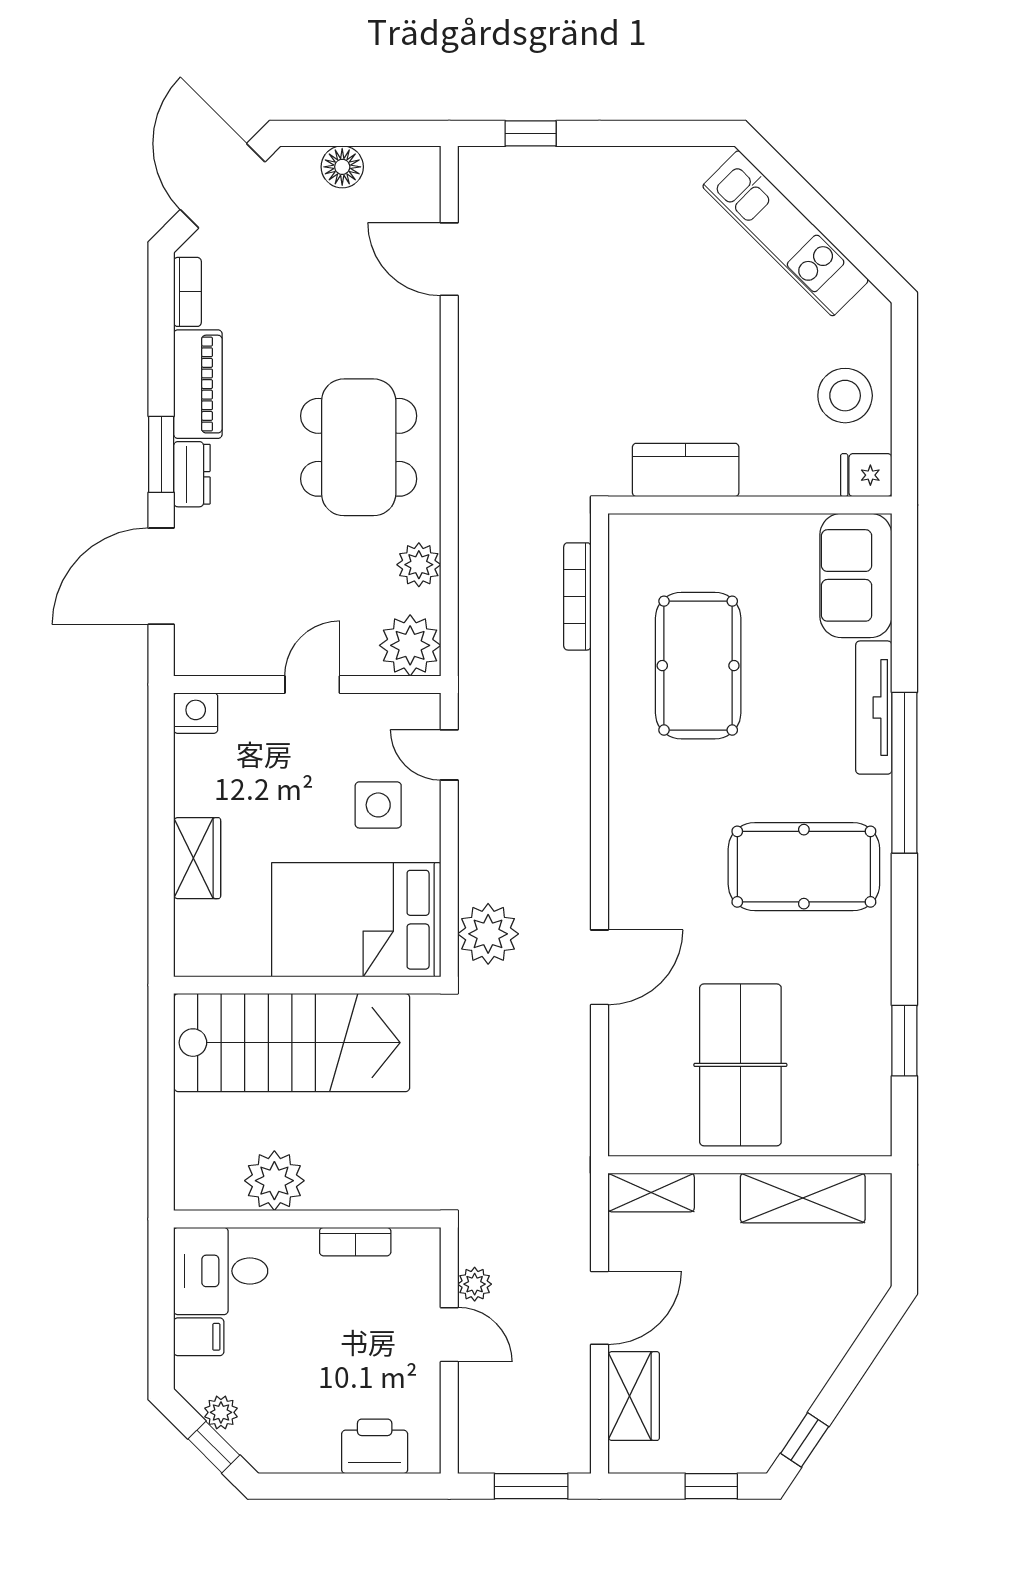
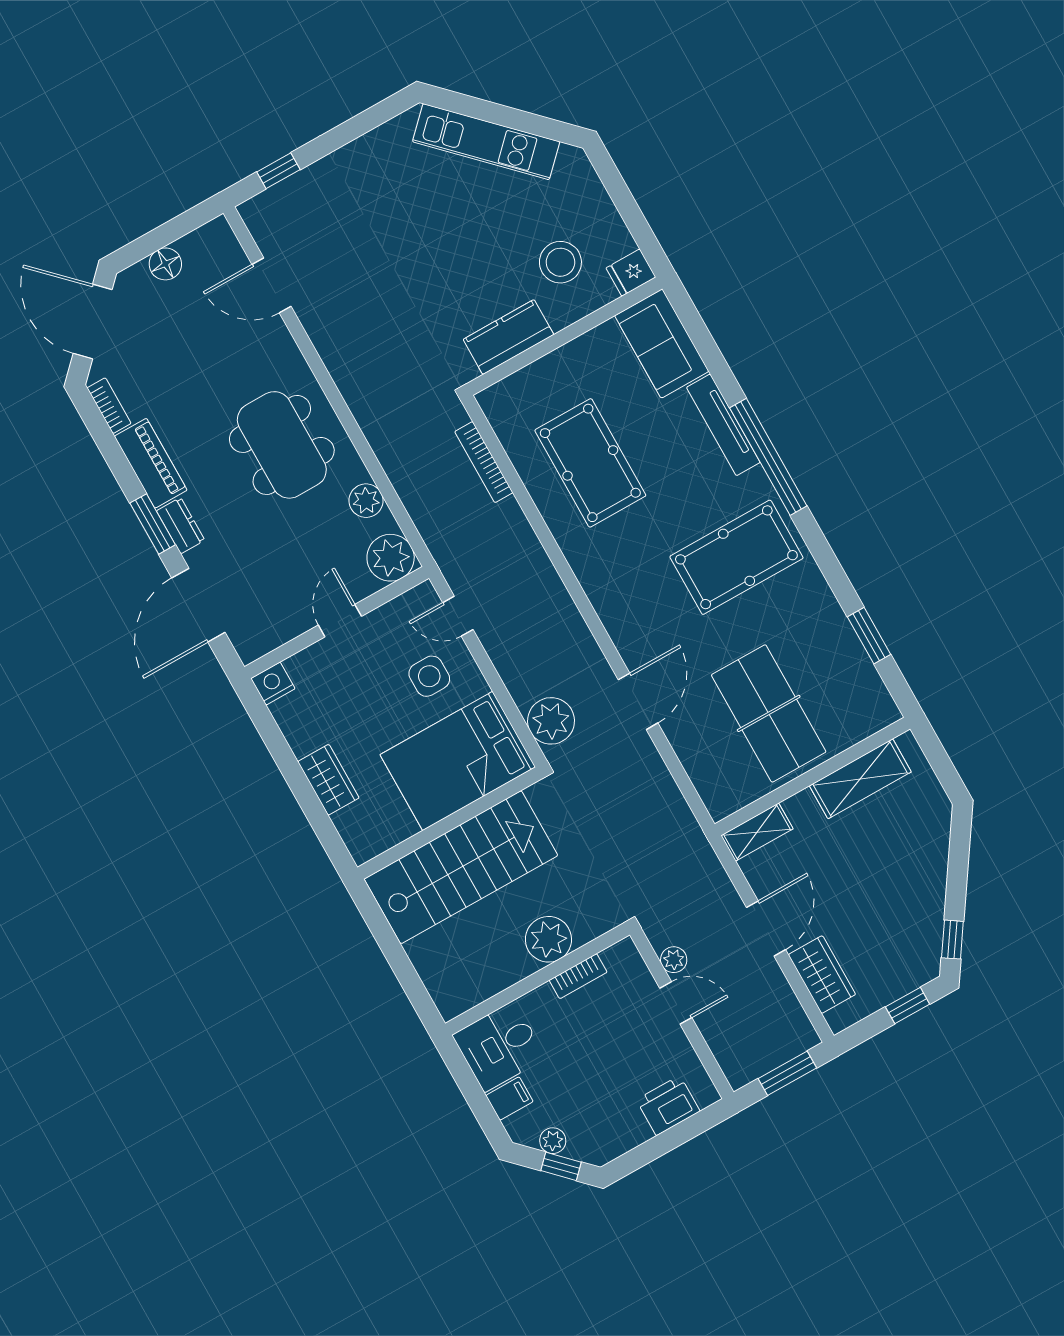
stool: (845, 396) -> (560, 262), moved
plant: (274, 1181) -> (548, 939), moved

